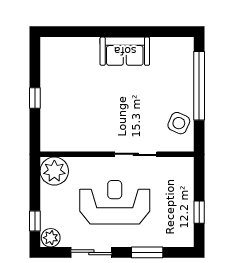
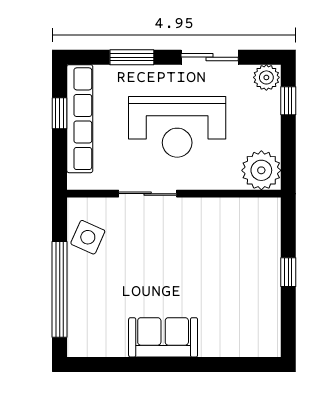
row of seats: (185, 208) -> (80, 119), added

